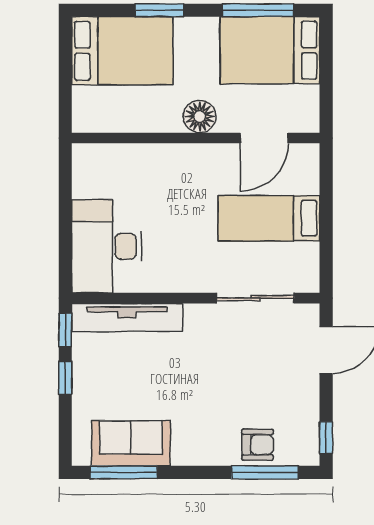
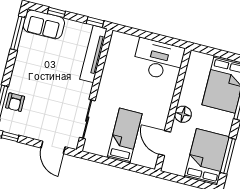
desk: (107, 246) -> (159, 60), moved
window: (65, 378) -> (56, 12), moved
sofa: (131, 443) -> (44, 24), moved, turned 90

